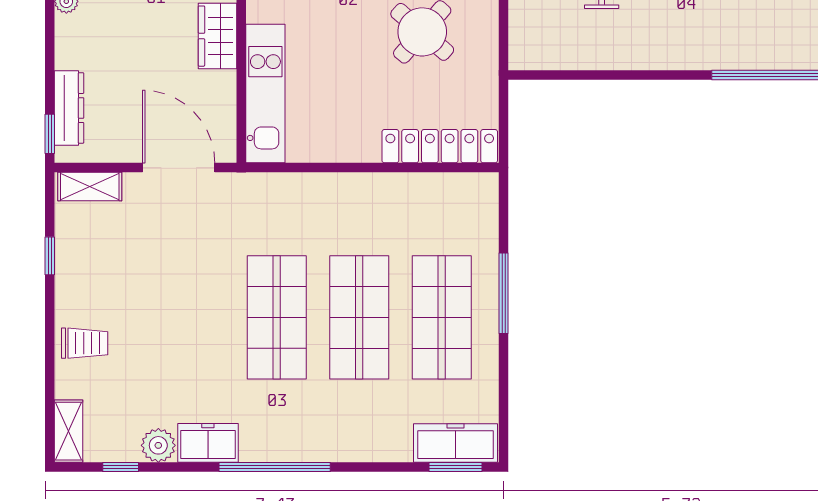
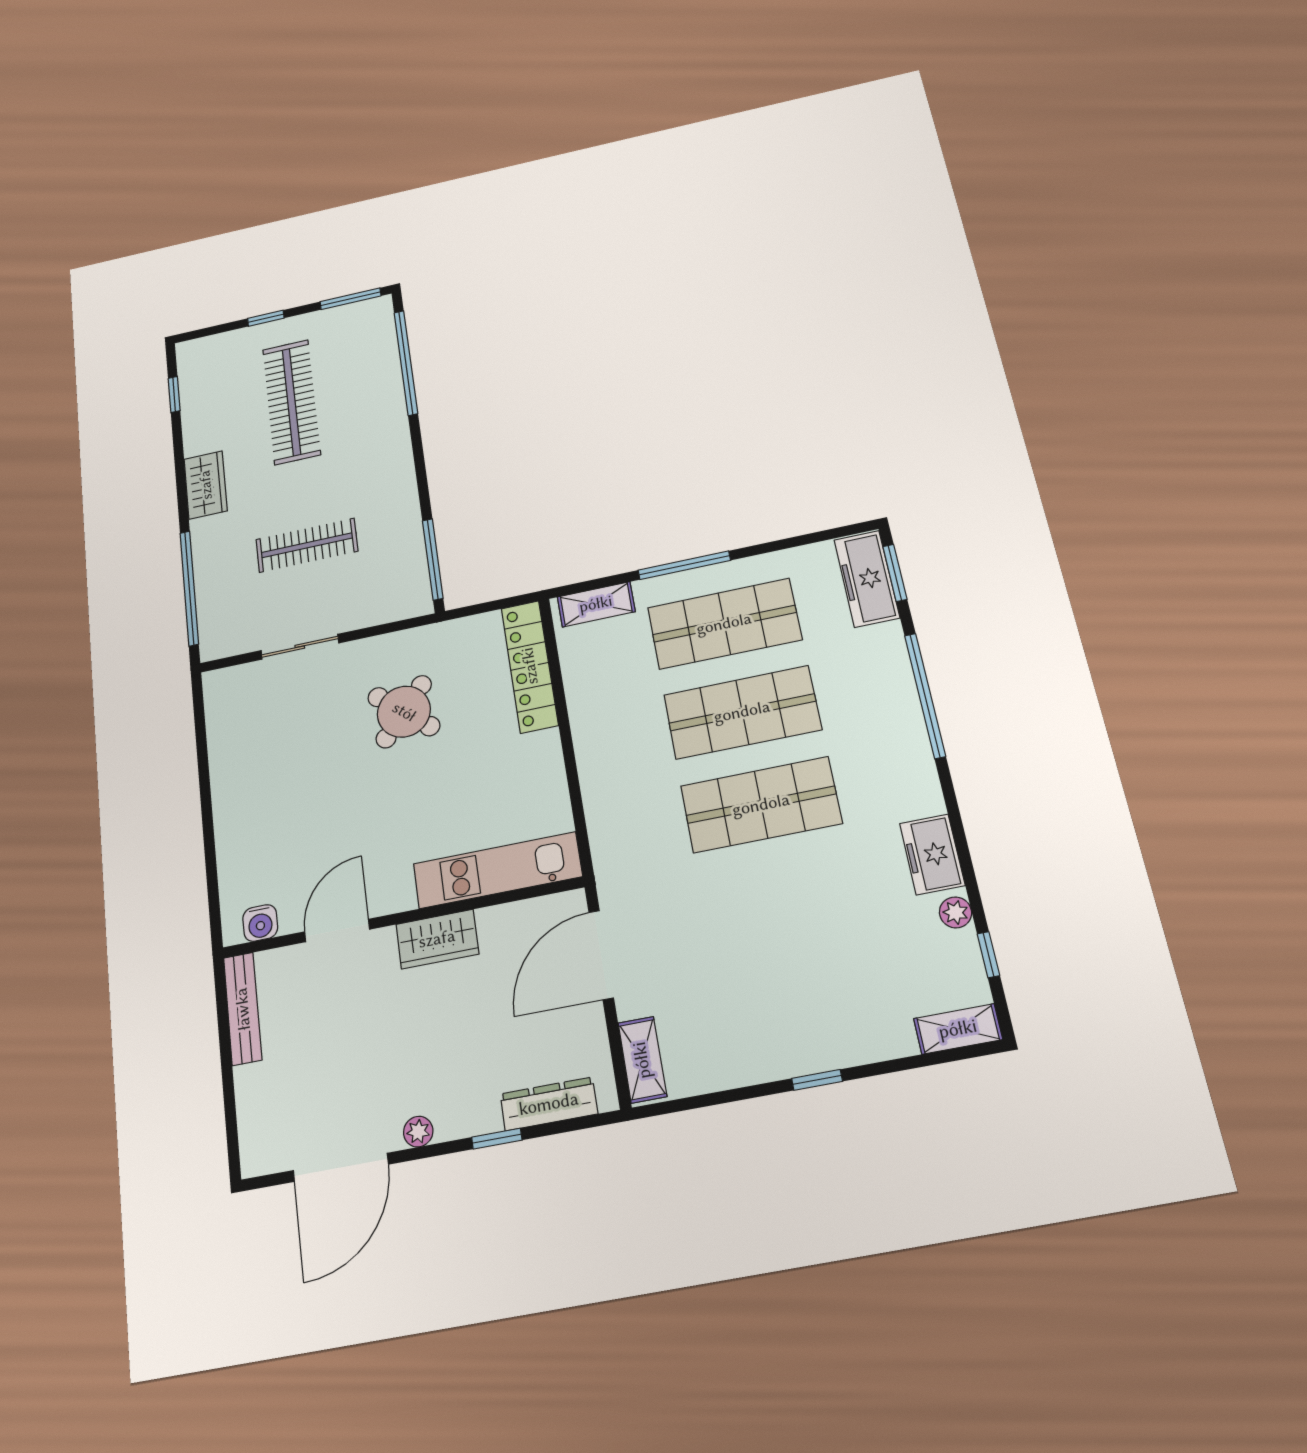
window: (561, 75) -> (433, 559), added
window: (50, 134) -> (497, 1139), moved
shelving: (484, 212) -> (596, 604), added
window: (50, 256) -> (817, 1080), moved
trolley: (85, 343) -> (841, 1029), removed
plant: (158, 445) -> (956, 912), width x0.73, depth x0.73
window: (275, 467) -> (925, 695), moved

